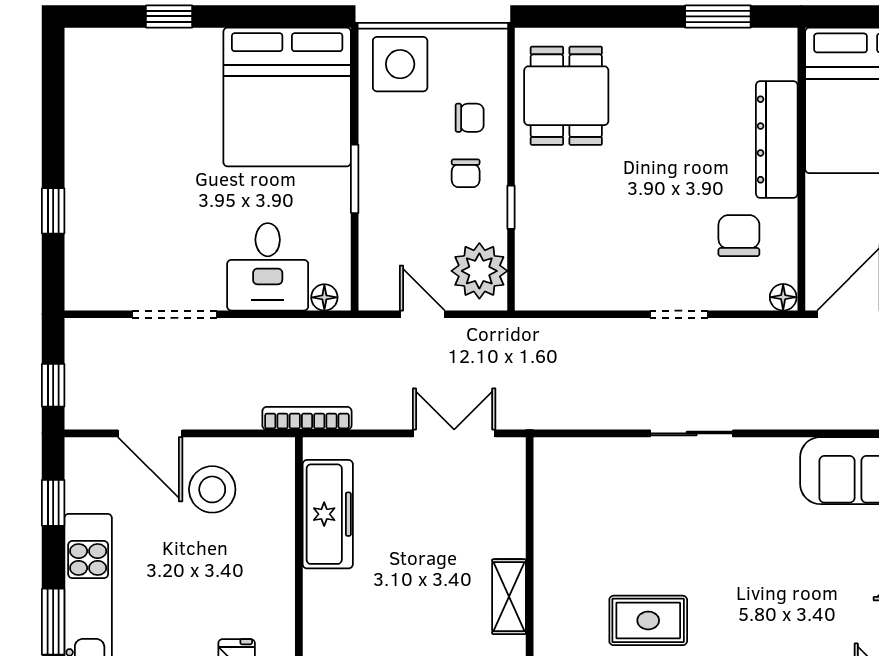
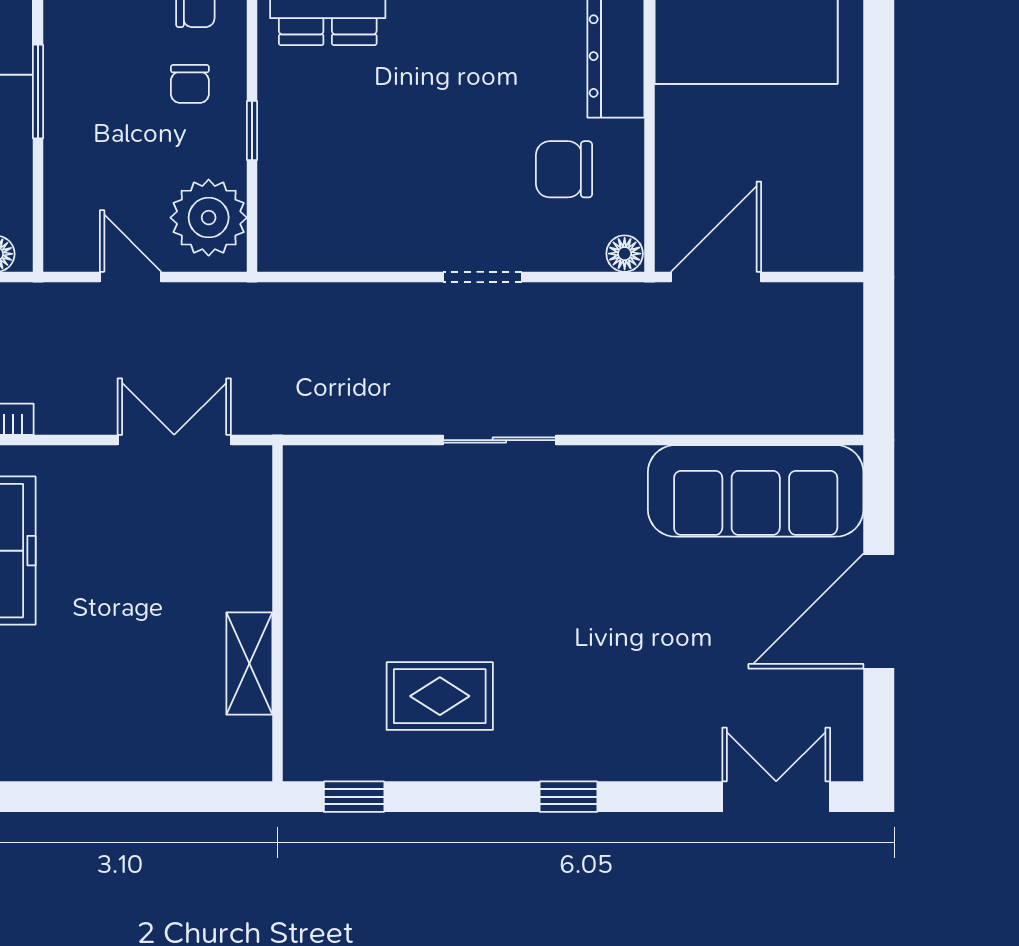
chair: (739, 236) -> (564, 169), turned -90

